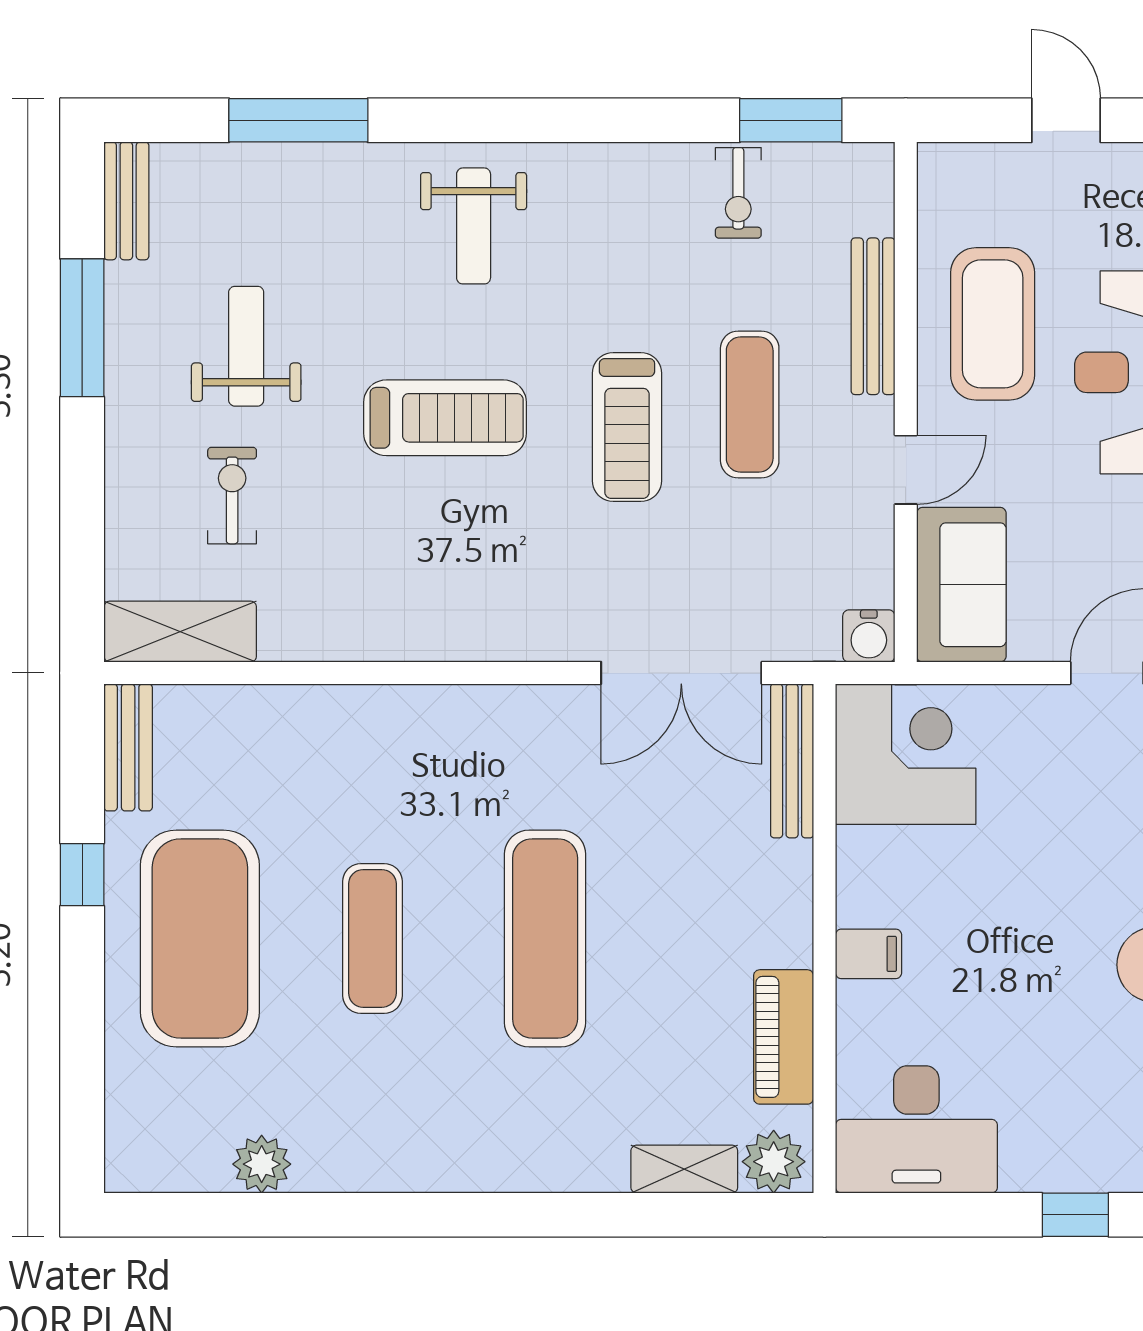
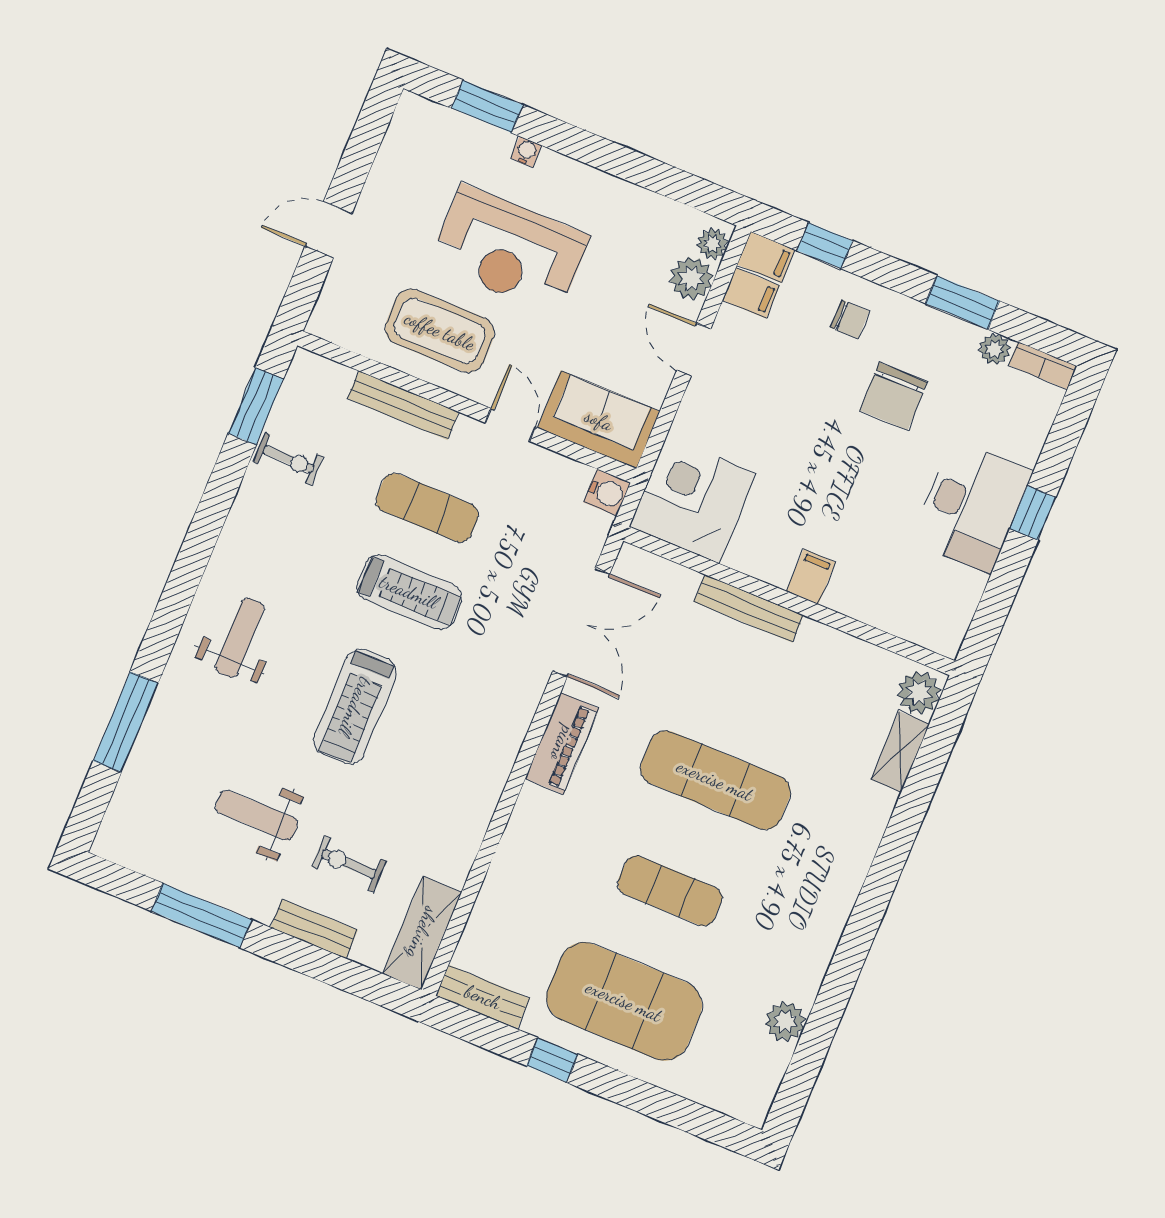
bench: (126, 201) -> (314, 929), moved
weight bench: (474, 226) -> (240, 638), turned -90
treadmill: (445, 418) -> (355, 707), turned 180
bench: (792, 761) -> (749, 608), moved
piano: (784, 1037) -> (562, 744), moved, turned -90
desk: (916, 1129) -> (972, 506), moved

